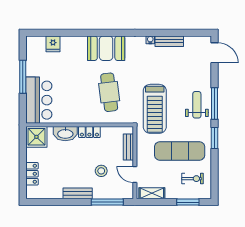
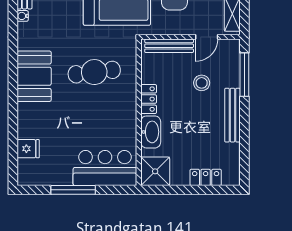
bench: (128, 147) -> (169, 46), width x1.36
bench: (78, 193) -> (232, 115), width x1.36

